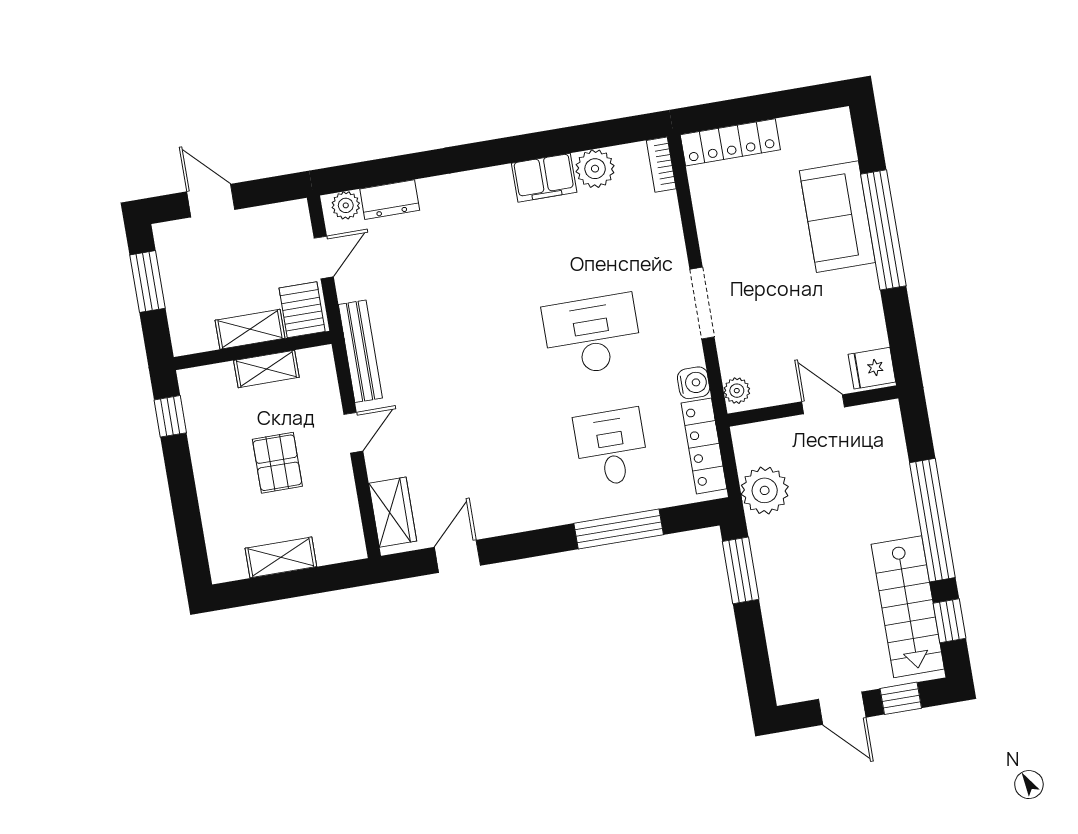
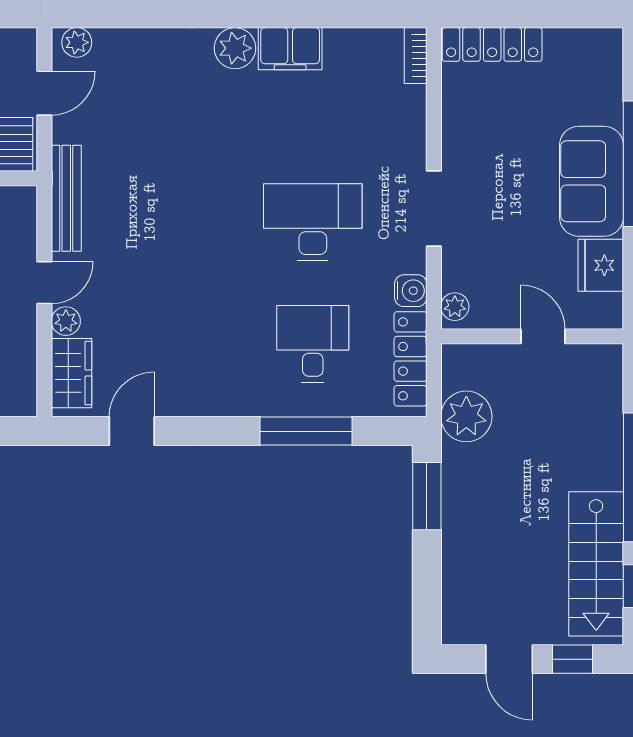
plant: (595, 169) -> (235, 48), moved
dresser: (390, 200) -> (124, 44), removed
sofa: (837, 217) -> (591, 181), moved
fridge: (872, 368) -> (601, 265), moved, width x1.38
plant: (379, 465) -> (66, 321), added

